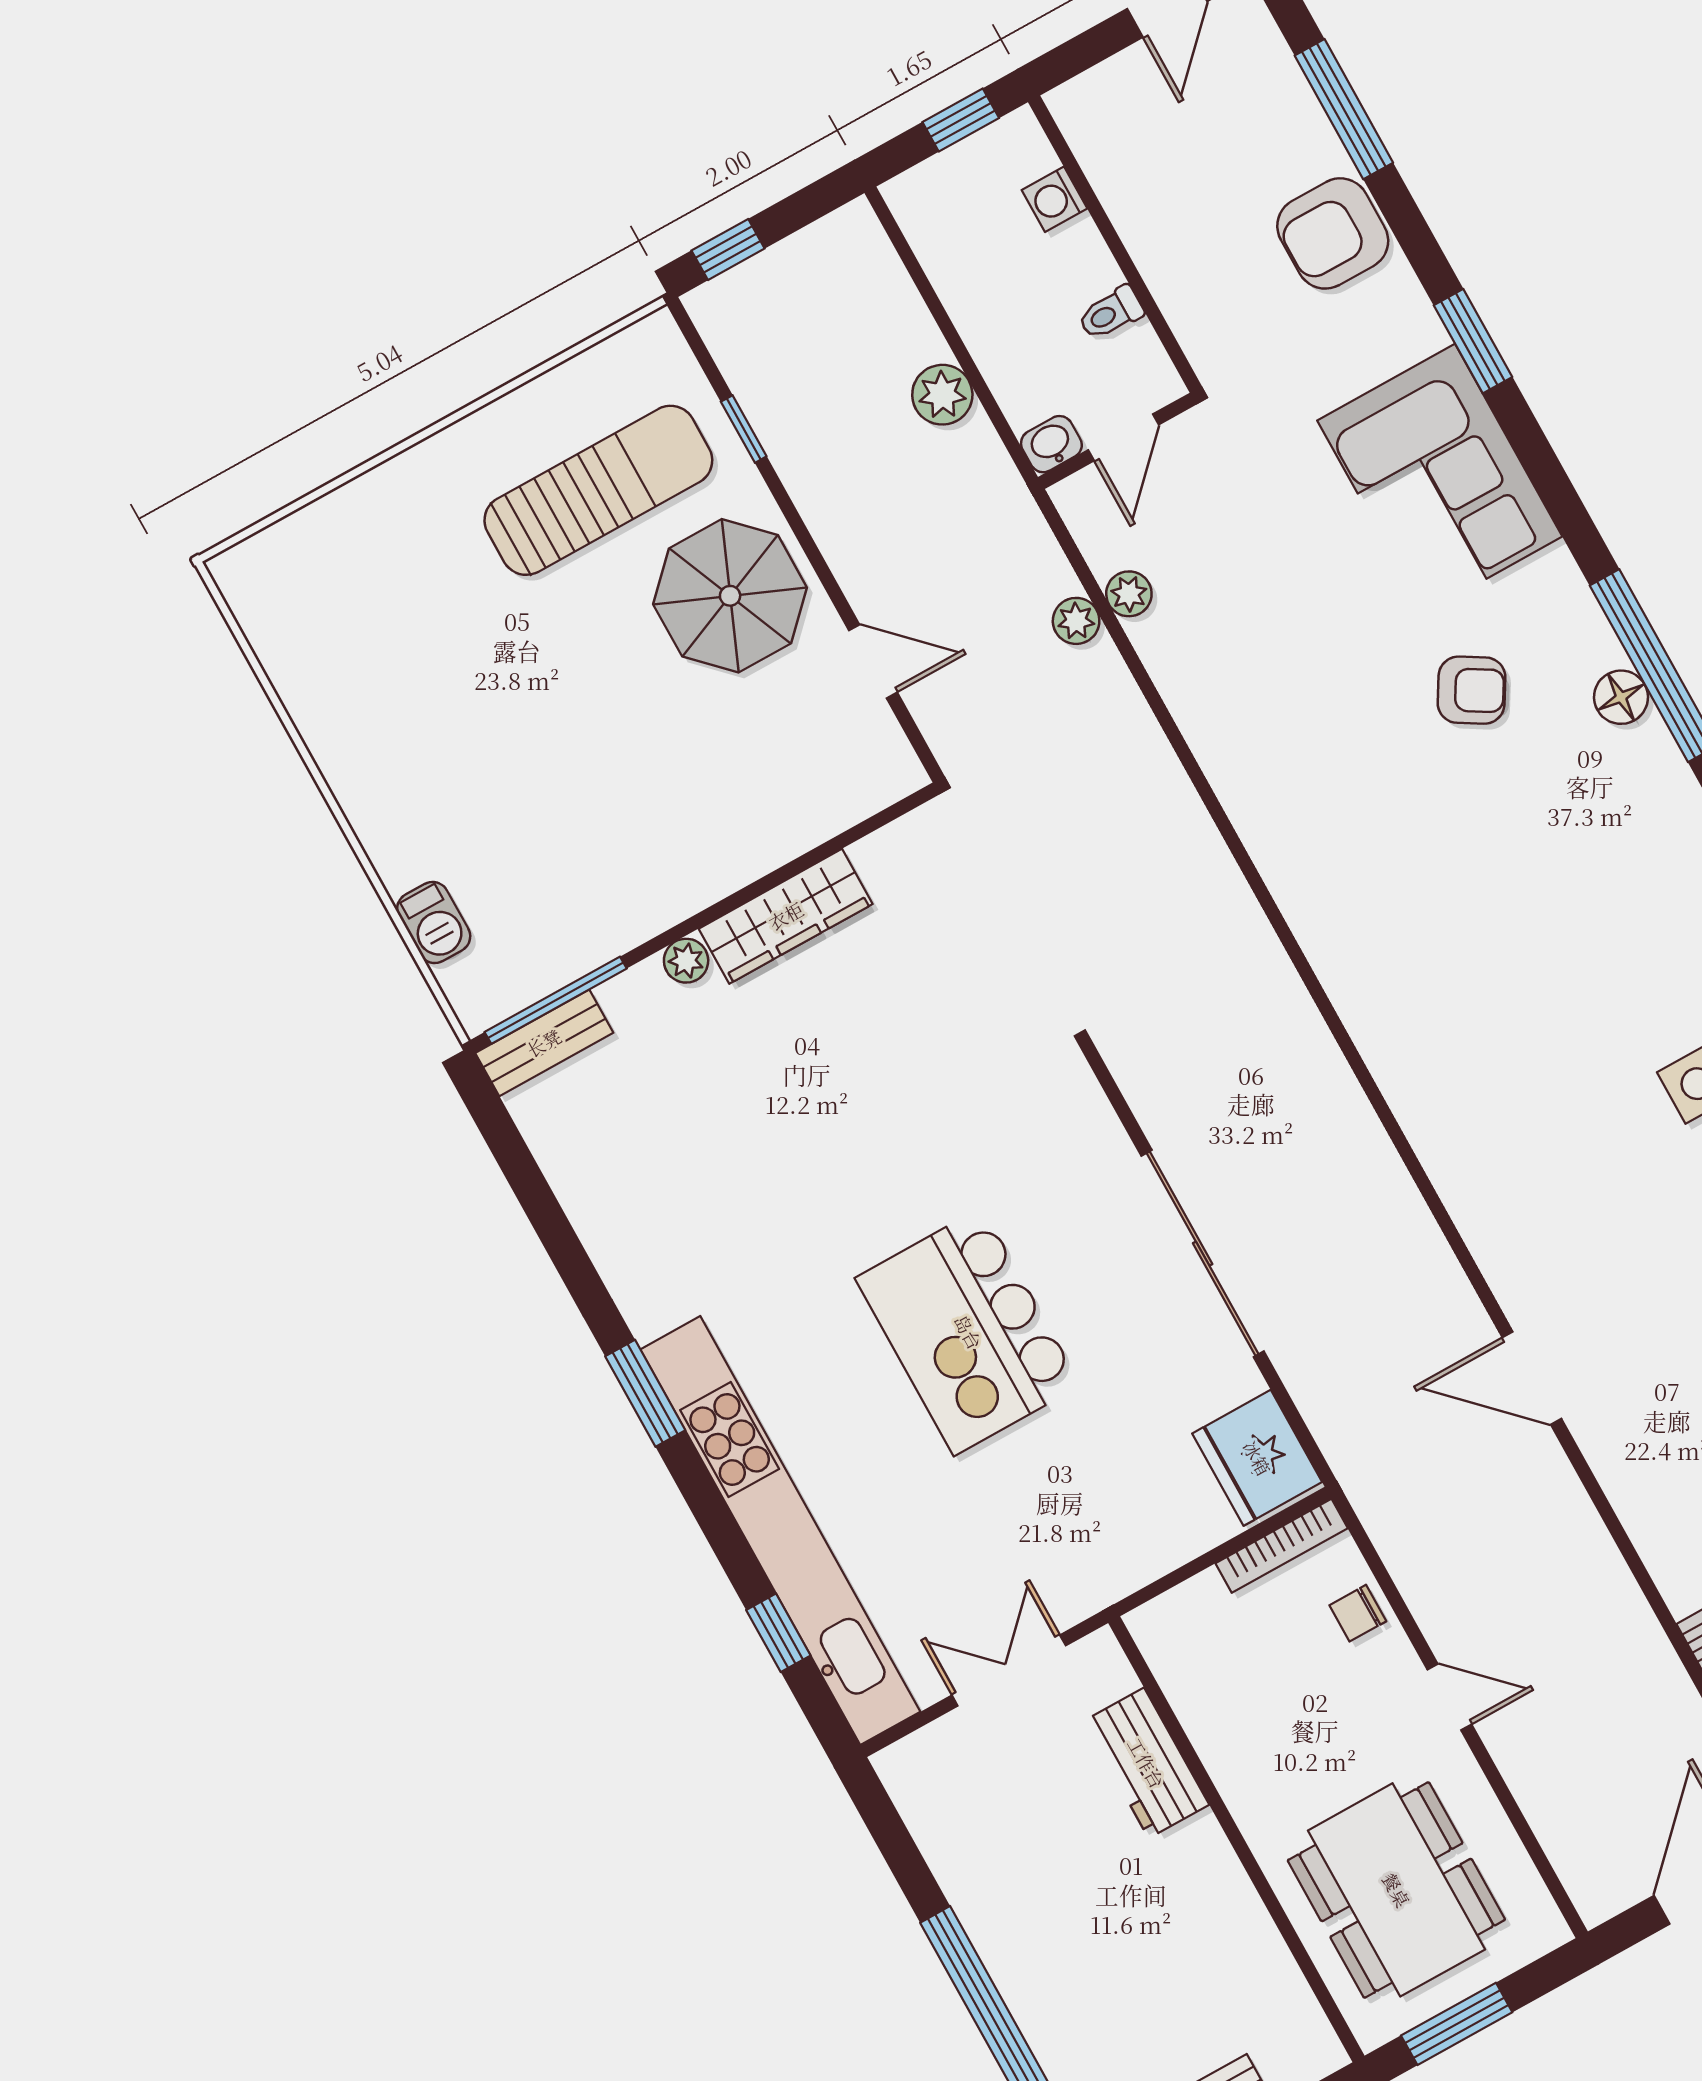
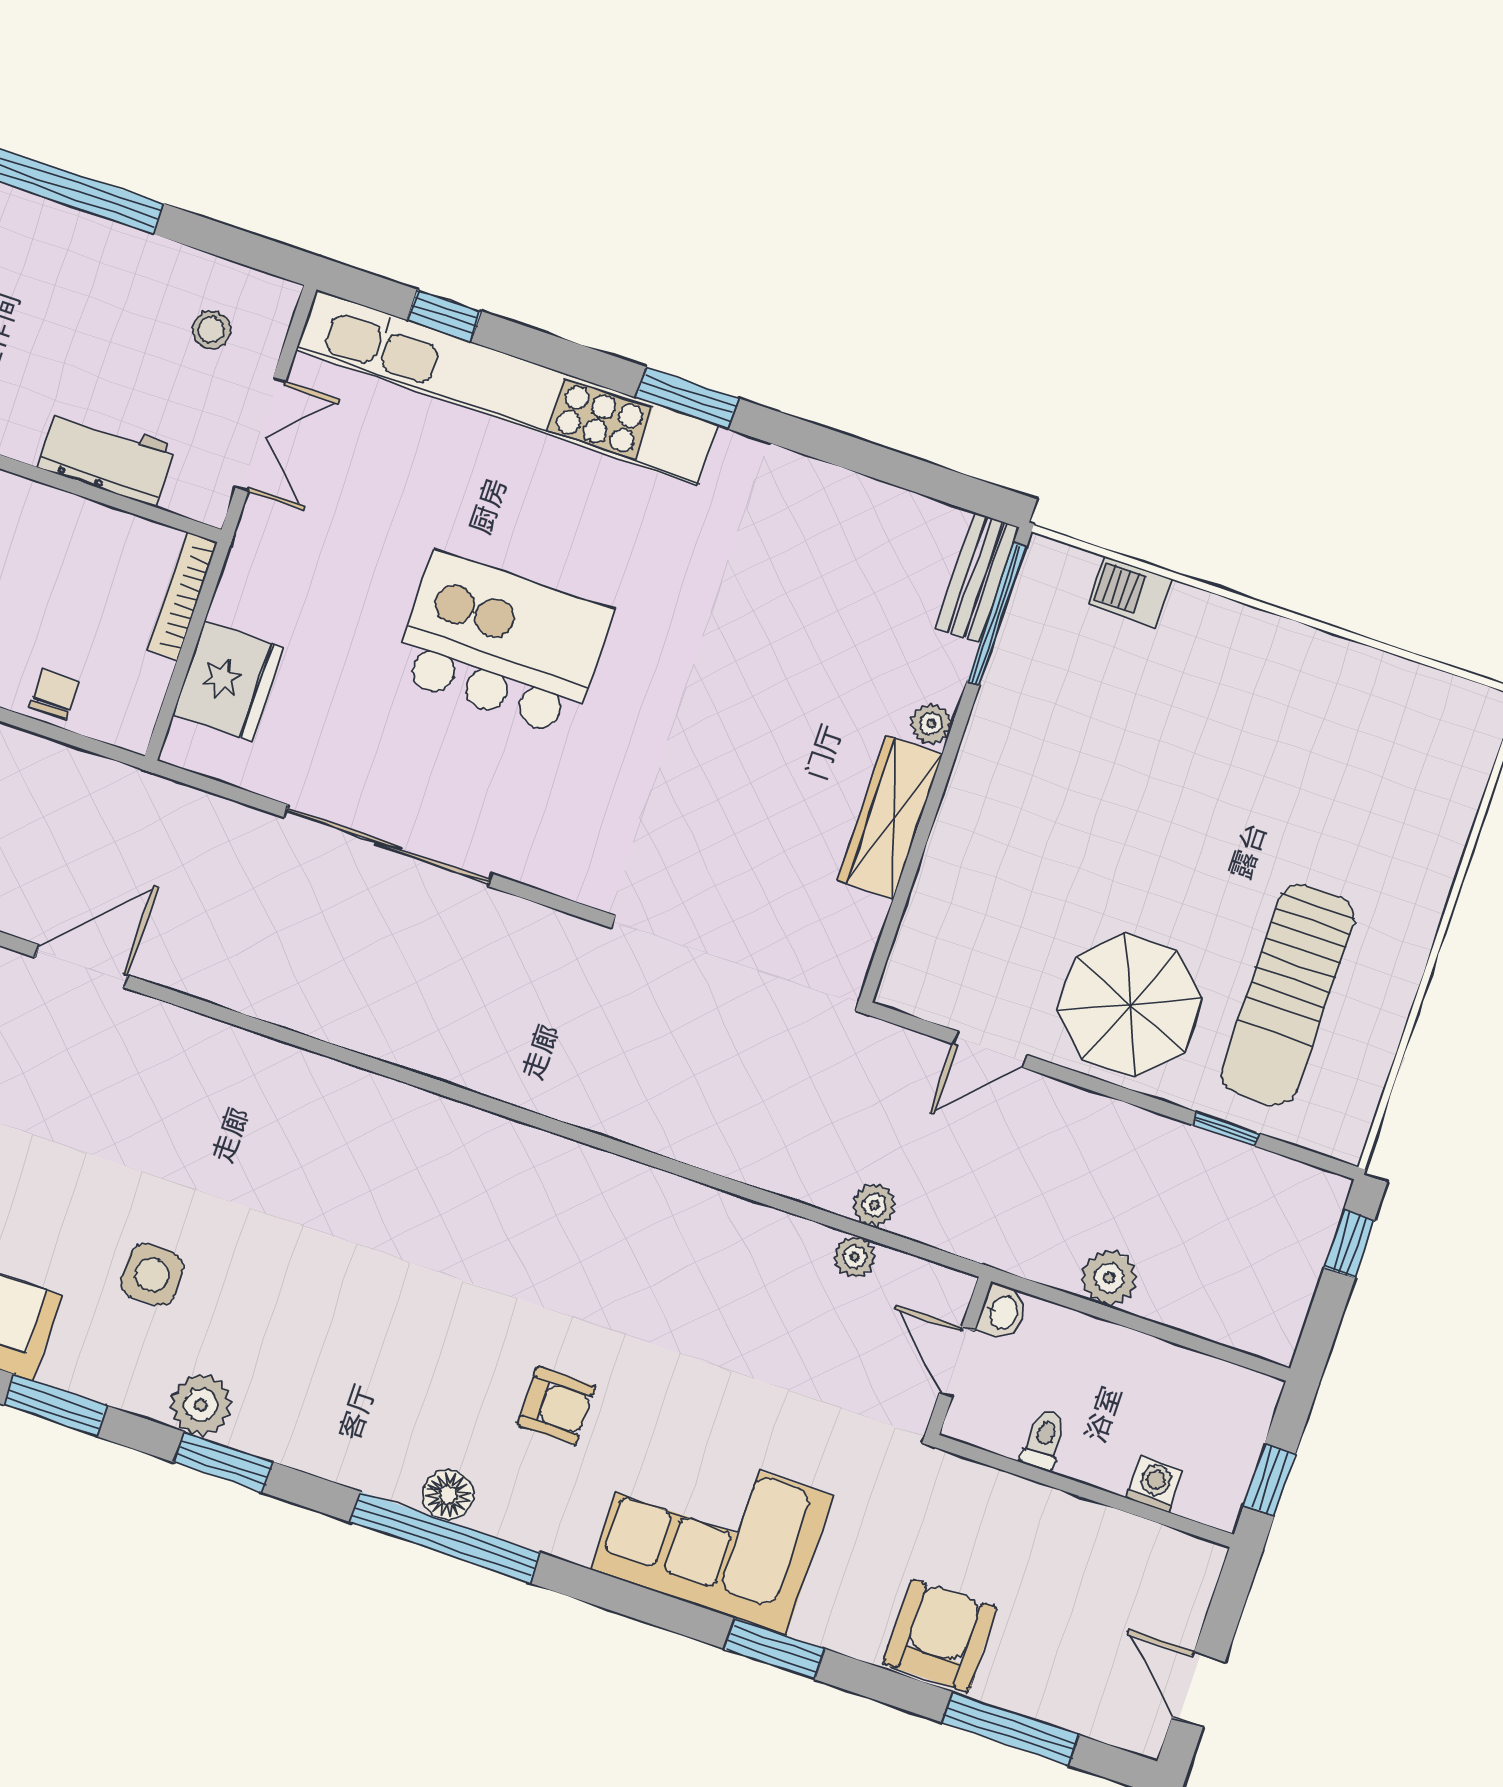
armchair: (1472, 690) -> (556, 1406), turned -121
fridge: (1257, 1458) -> (228, 681), moved, turned 90
bookcase: (1282, 1546) -> (182, 596), moved
stool: (973, 1788) -> (211, 330), added

